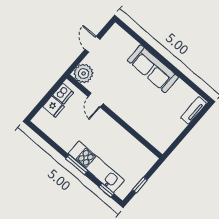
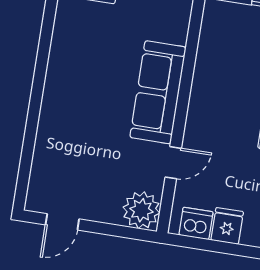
door: (92, 44) -> (62, 222), moved
sofa: (153, 69) -> (158, 92), moved, turned 180

